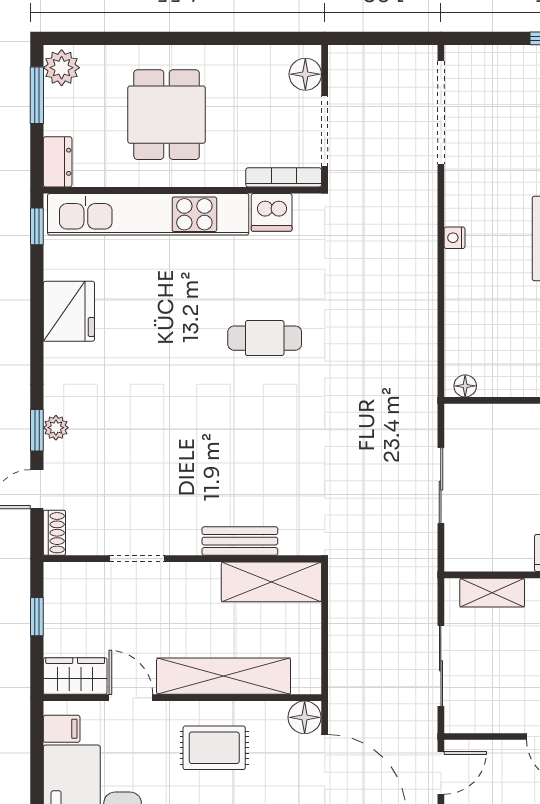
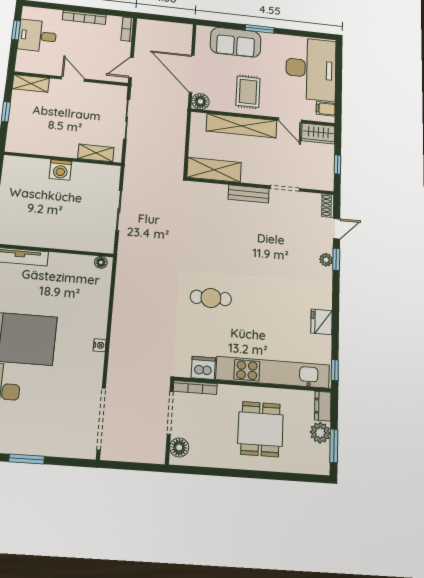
plant: (62, 68) -> (320, 433), moved
fridge: (69, 311) -> (322, 322), width x0.73, depth x0.75
bench: (240, 541) -> (249, 194), moved
rug: (214, 748) -> (248, 92), turned 90

